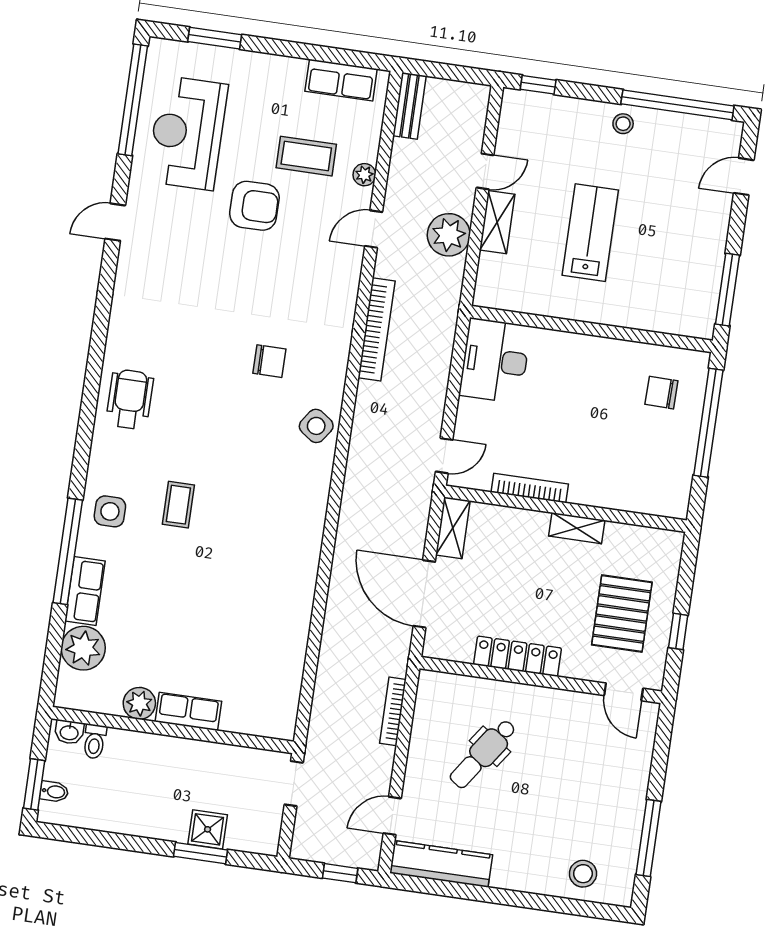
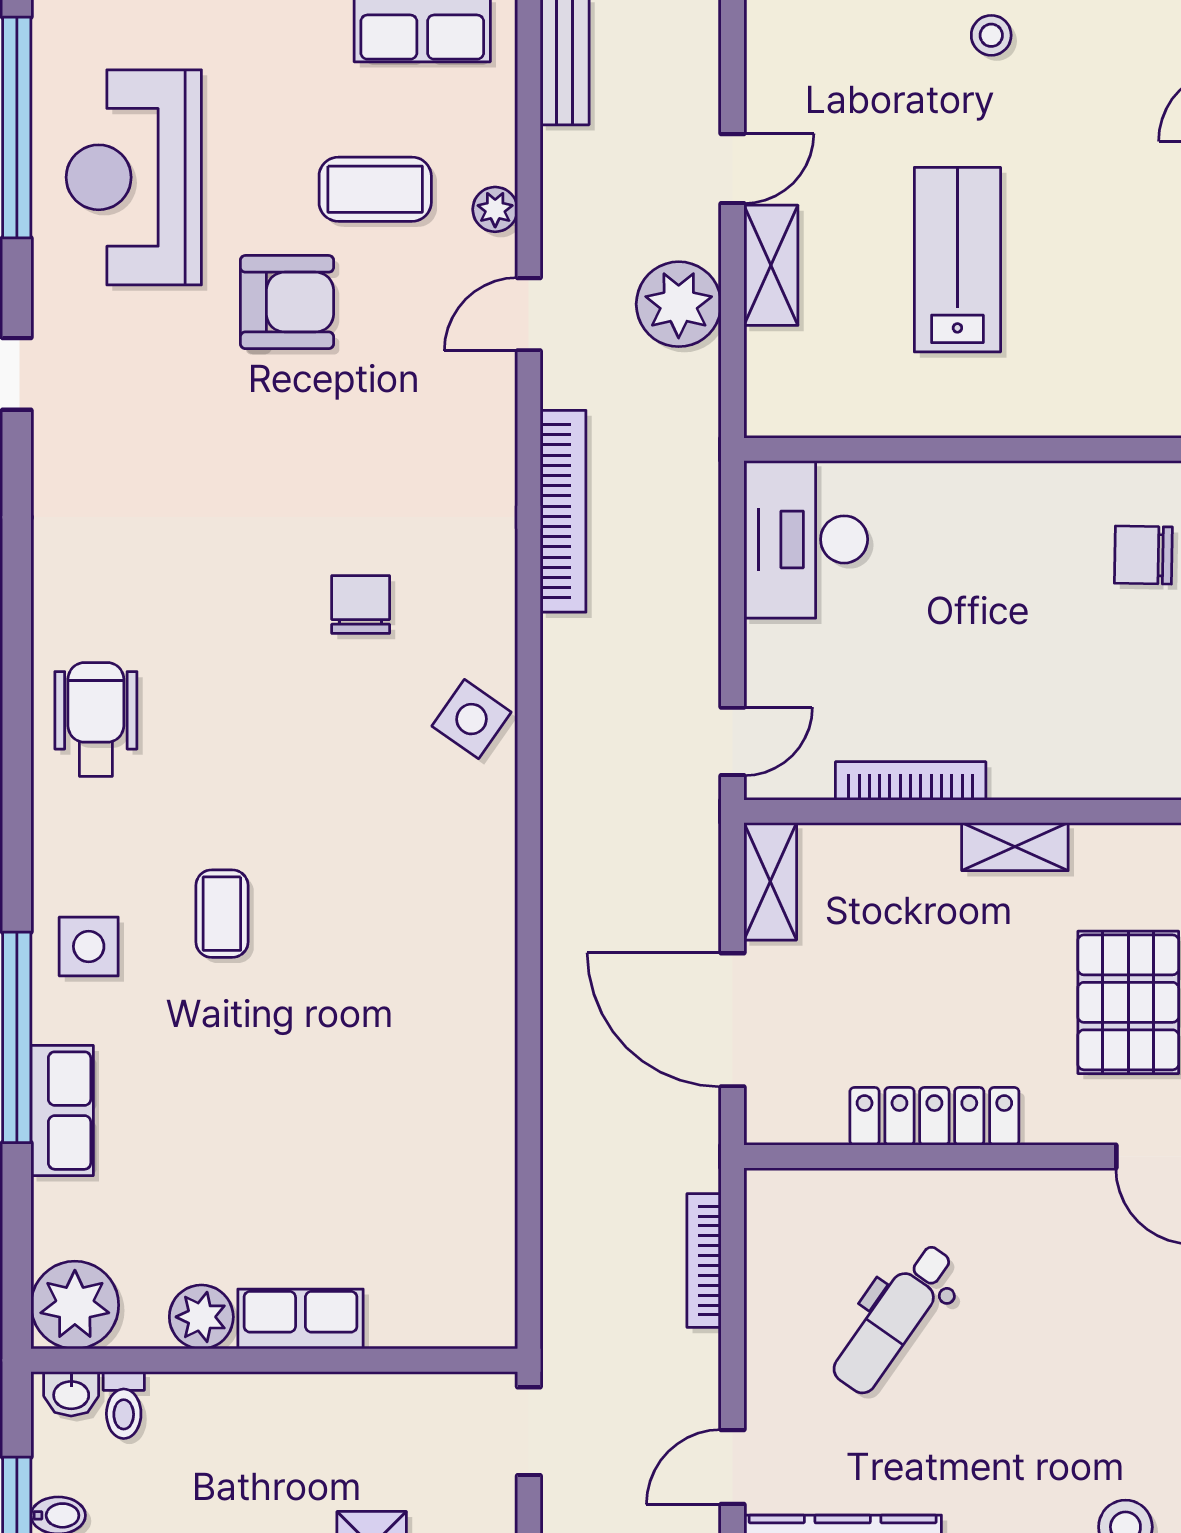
chair: (269, 361) -> (361, 605), turned -90
plant: (83, 648) -> (75, 1305), moved

